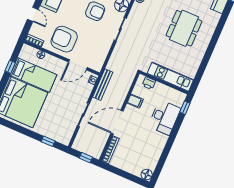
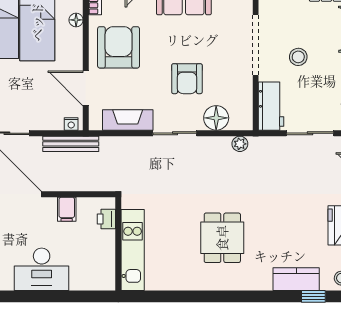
dining table: (184, 28) -> (222, 238), width x0.73
fireplace: (103, 50) -> (128, 120), added
window: (185, 108) -> (91, 296), removed
desk: (164, 117) -> (42, 269), moved

